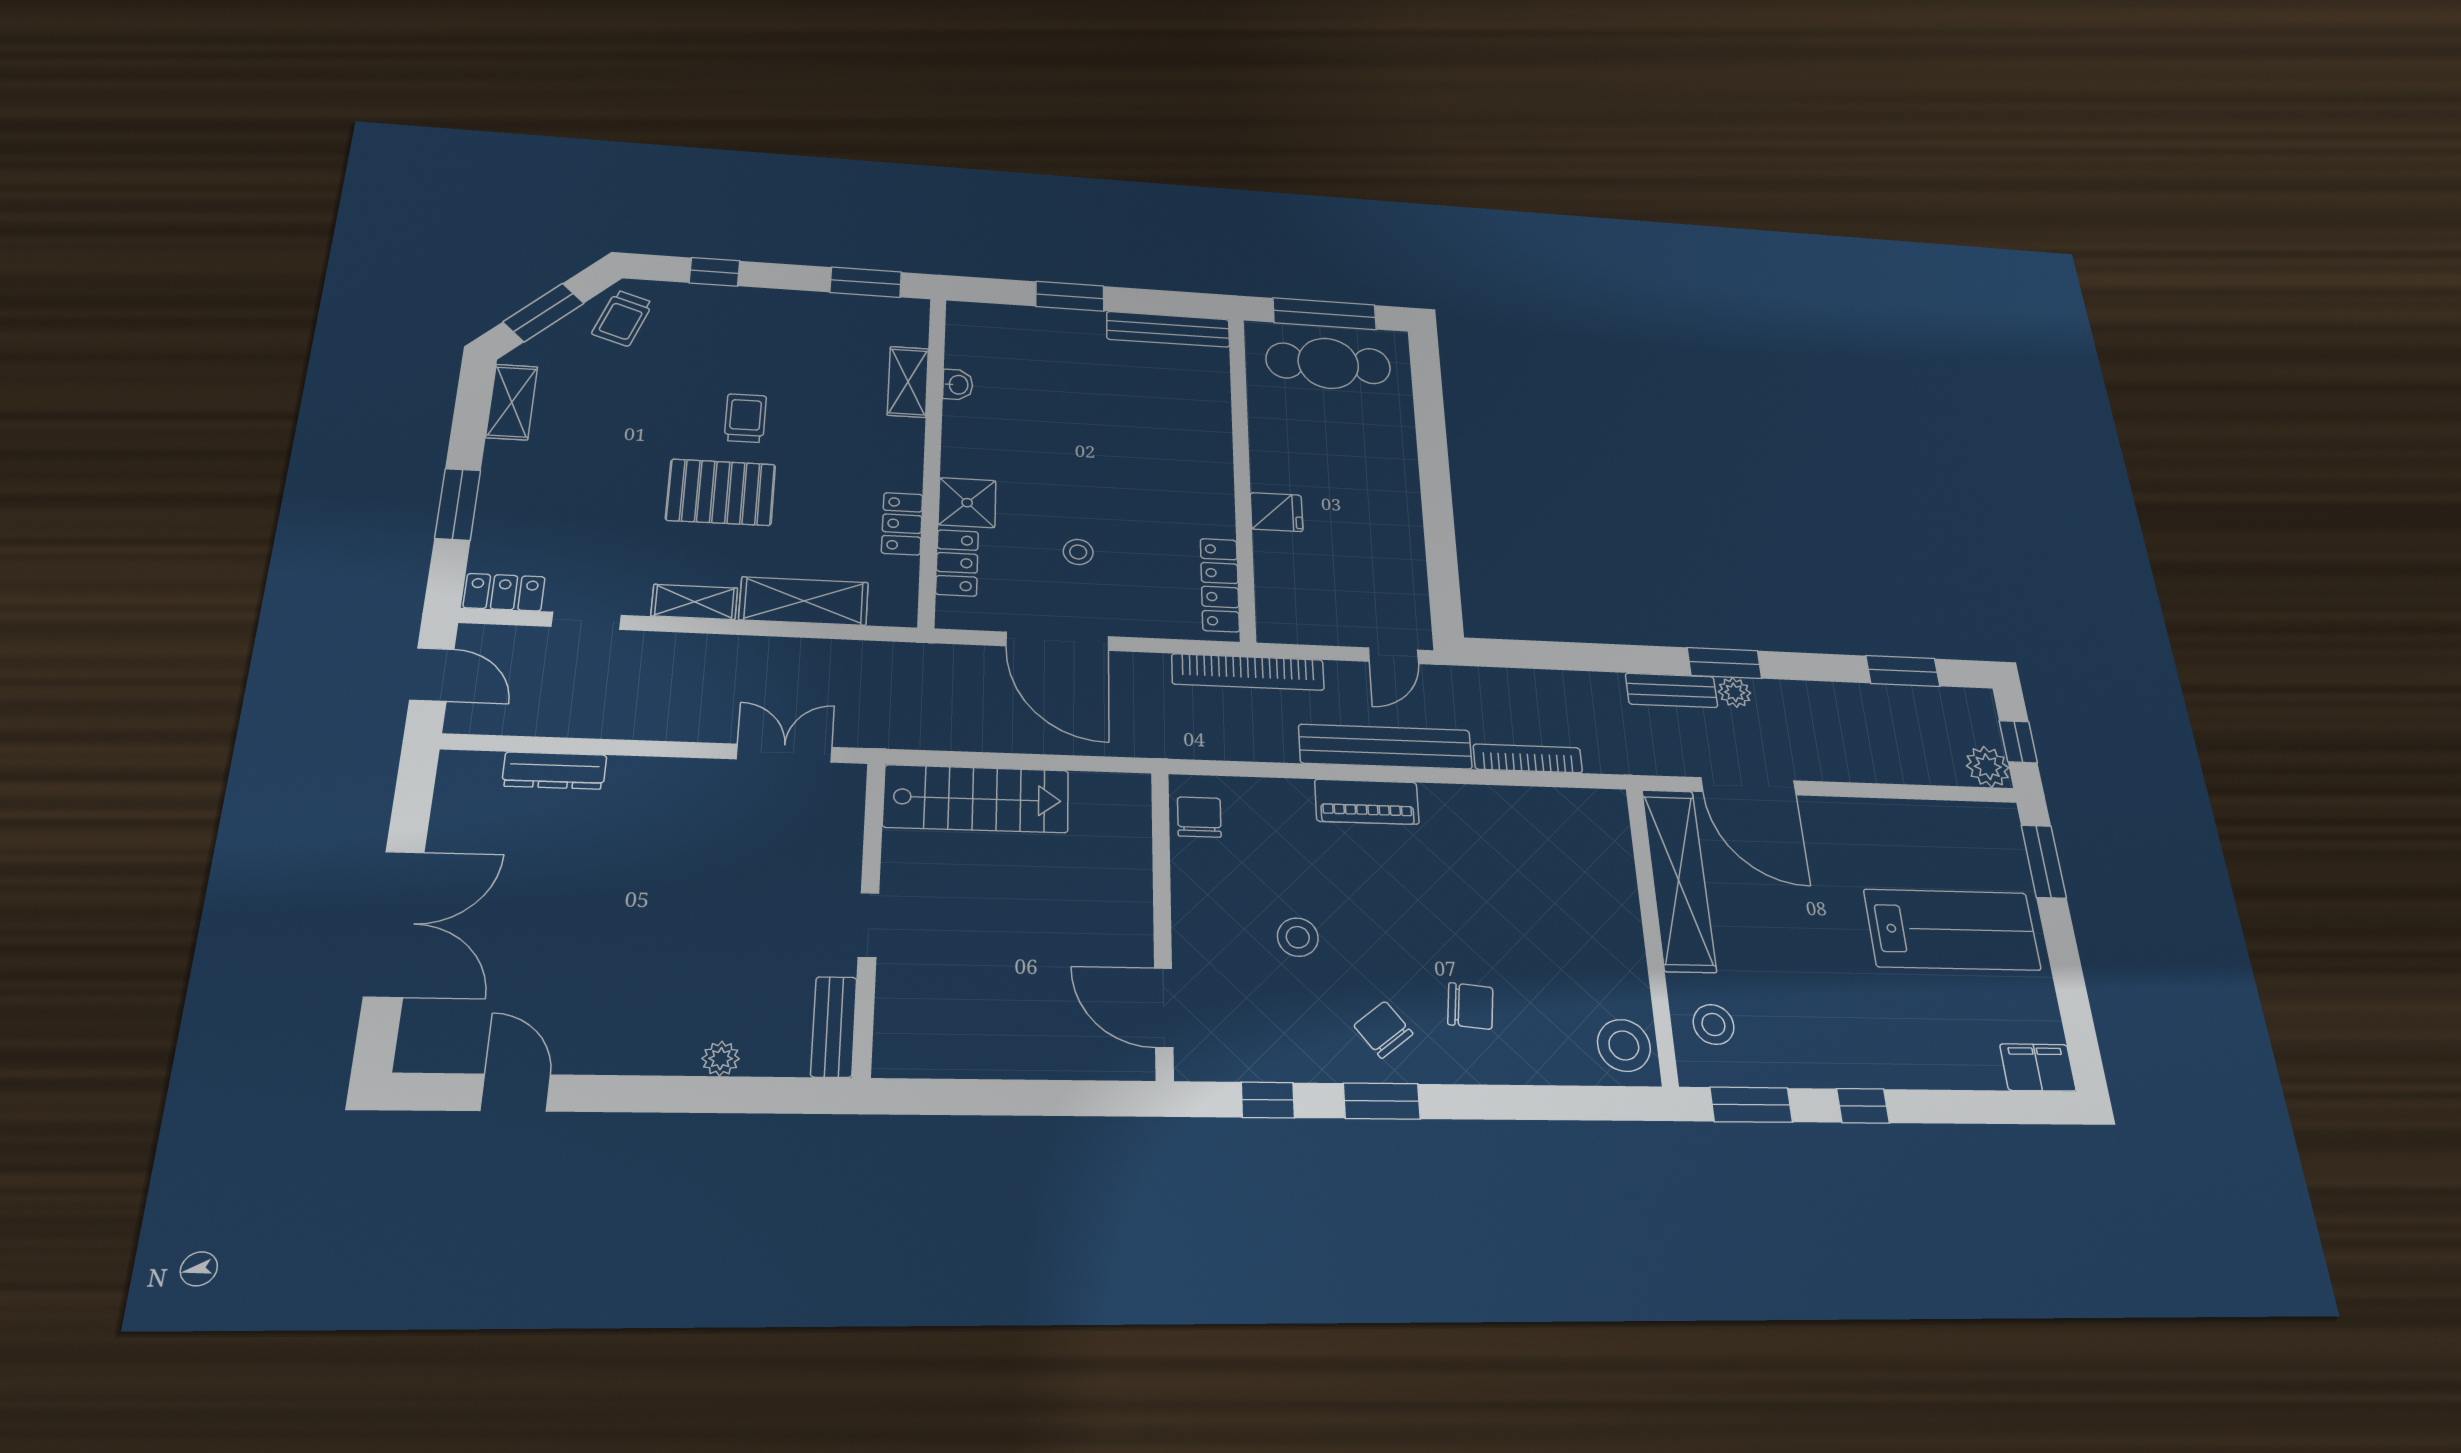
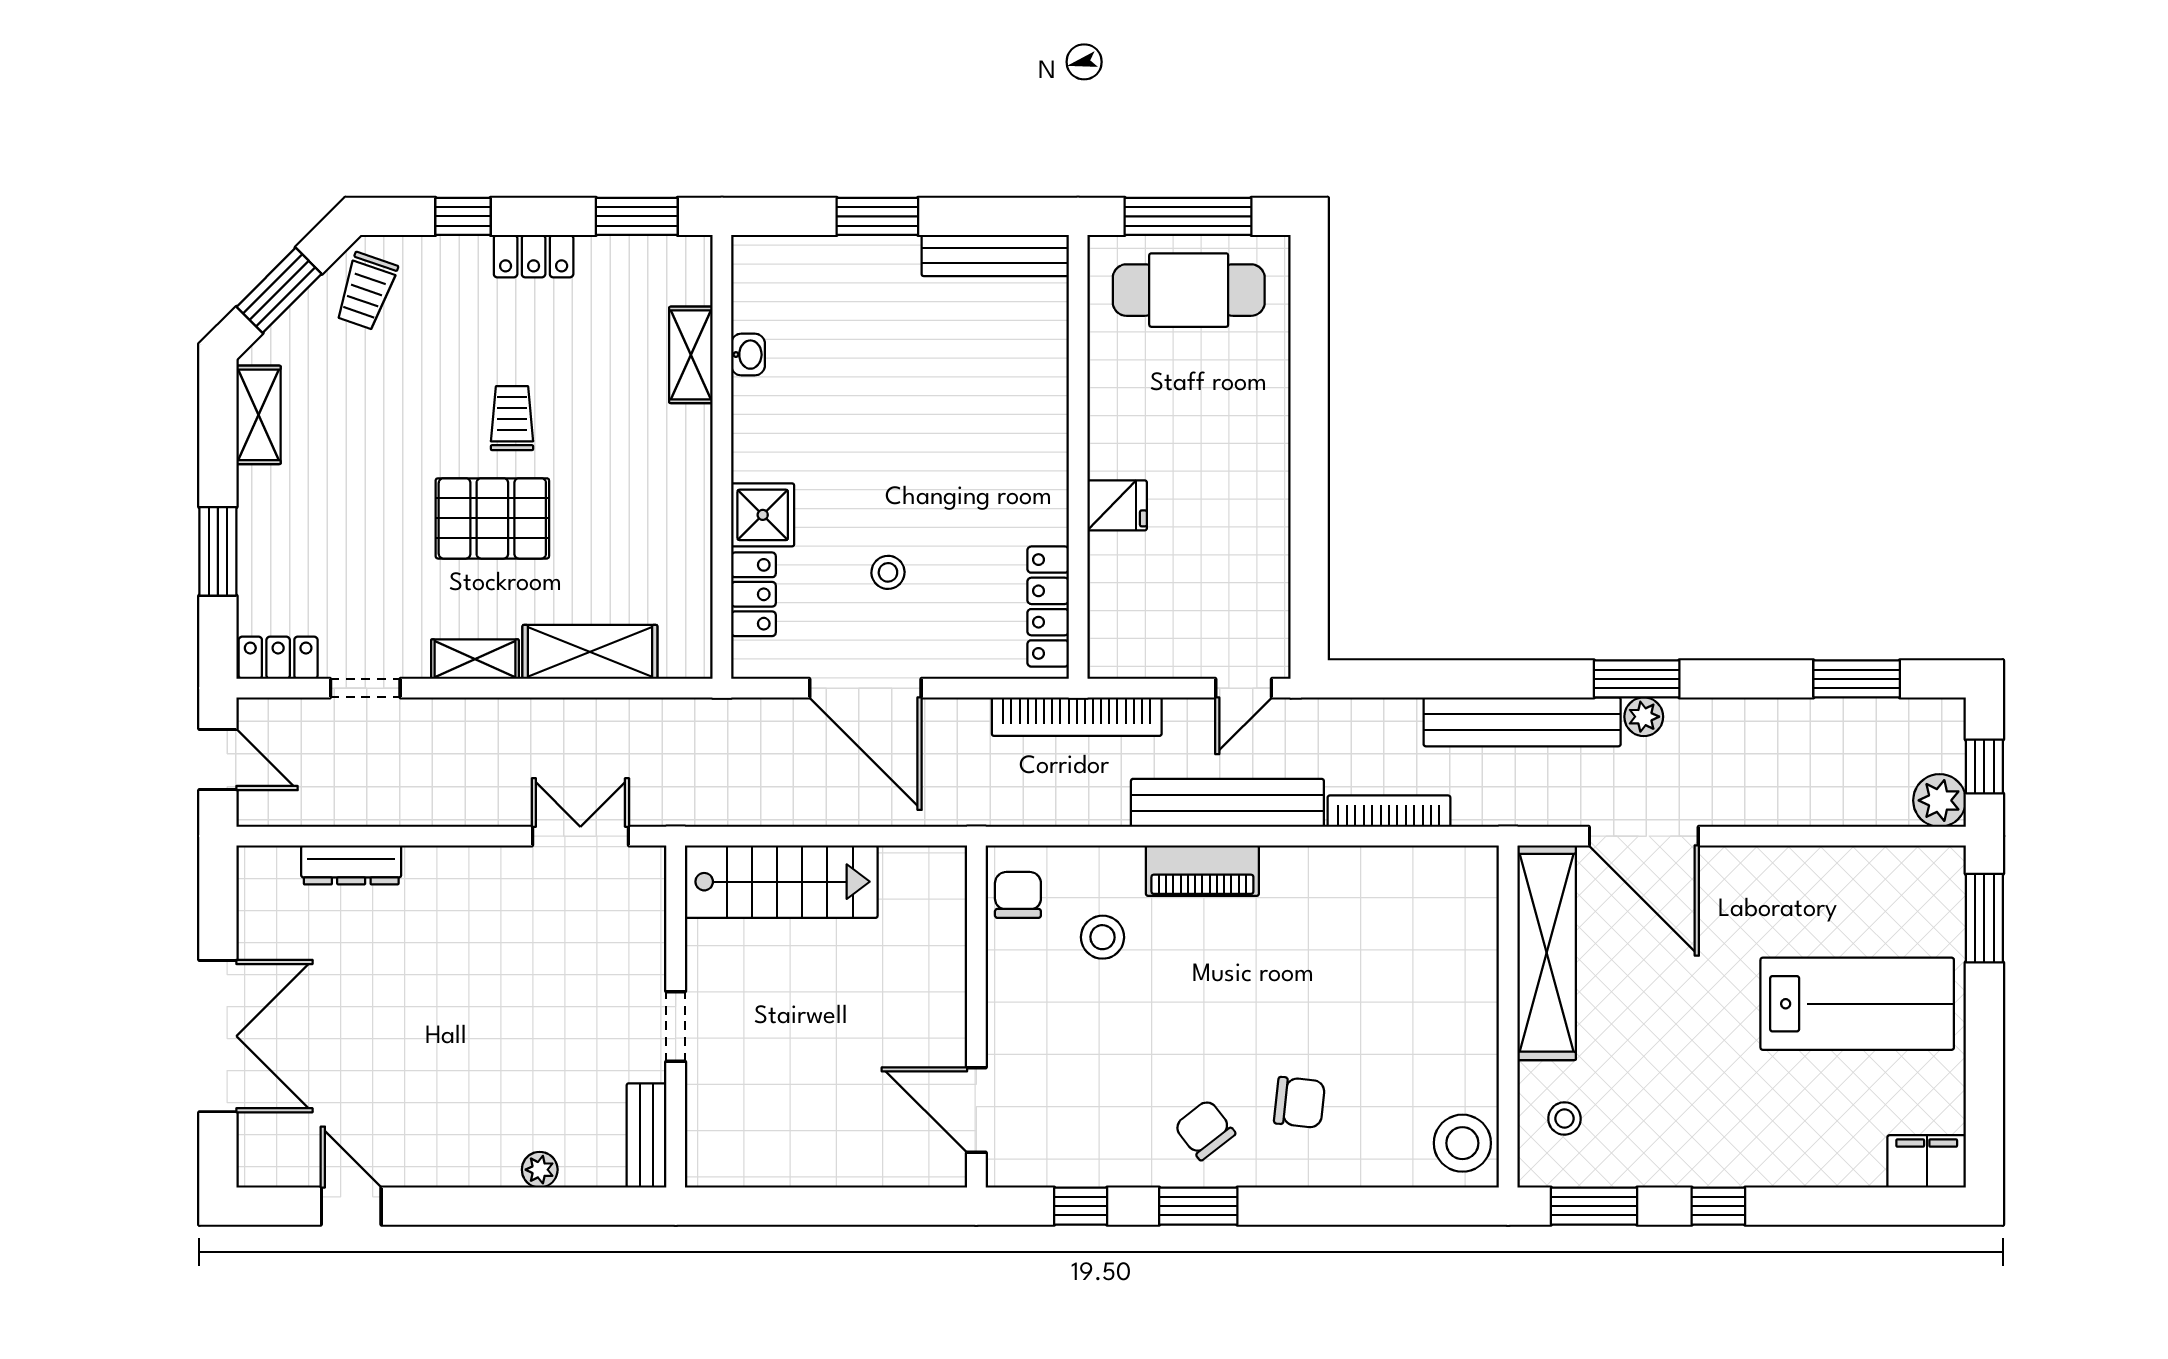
locker: (902, 524) -> (534, 256), moved, turned -90
bench: (1672, 690) -> (1522, 722), width x1.86, depth x1.21
stool: (1298, 937) -> (1103, 937), moved
stool: (1714, 1024) -> (1564, 1118), width x0.73, depth x0.73

